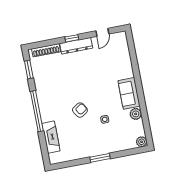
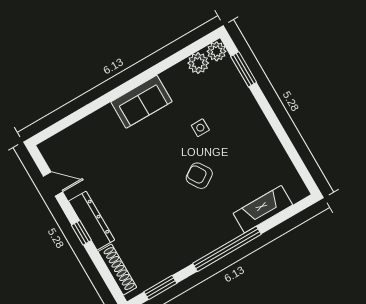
plant: (136, 114) -> (198, 63), moved
window: (100, 158) -> (244, 69), moved

